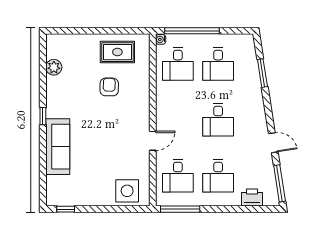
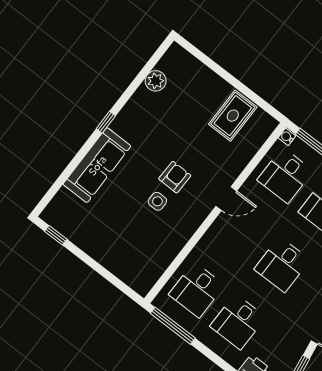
rug: (117, 52) -> (233, 116), turned 90
armchair: (109, 87) -> (175, 177), moved
door: (153, 141) -> (226, 199), moved
side table: (127, 191) -> (157, 201), moved, width x0.54, depth x0.54

